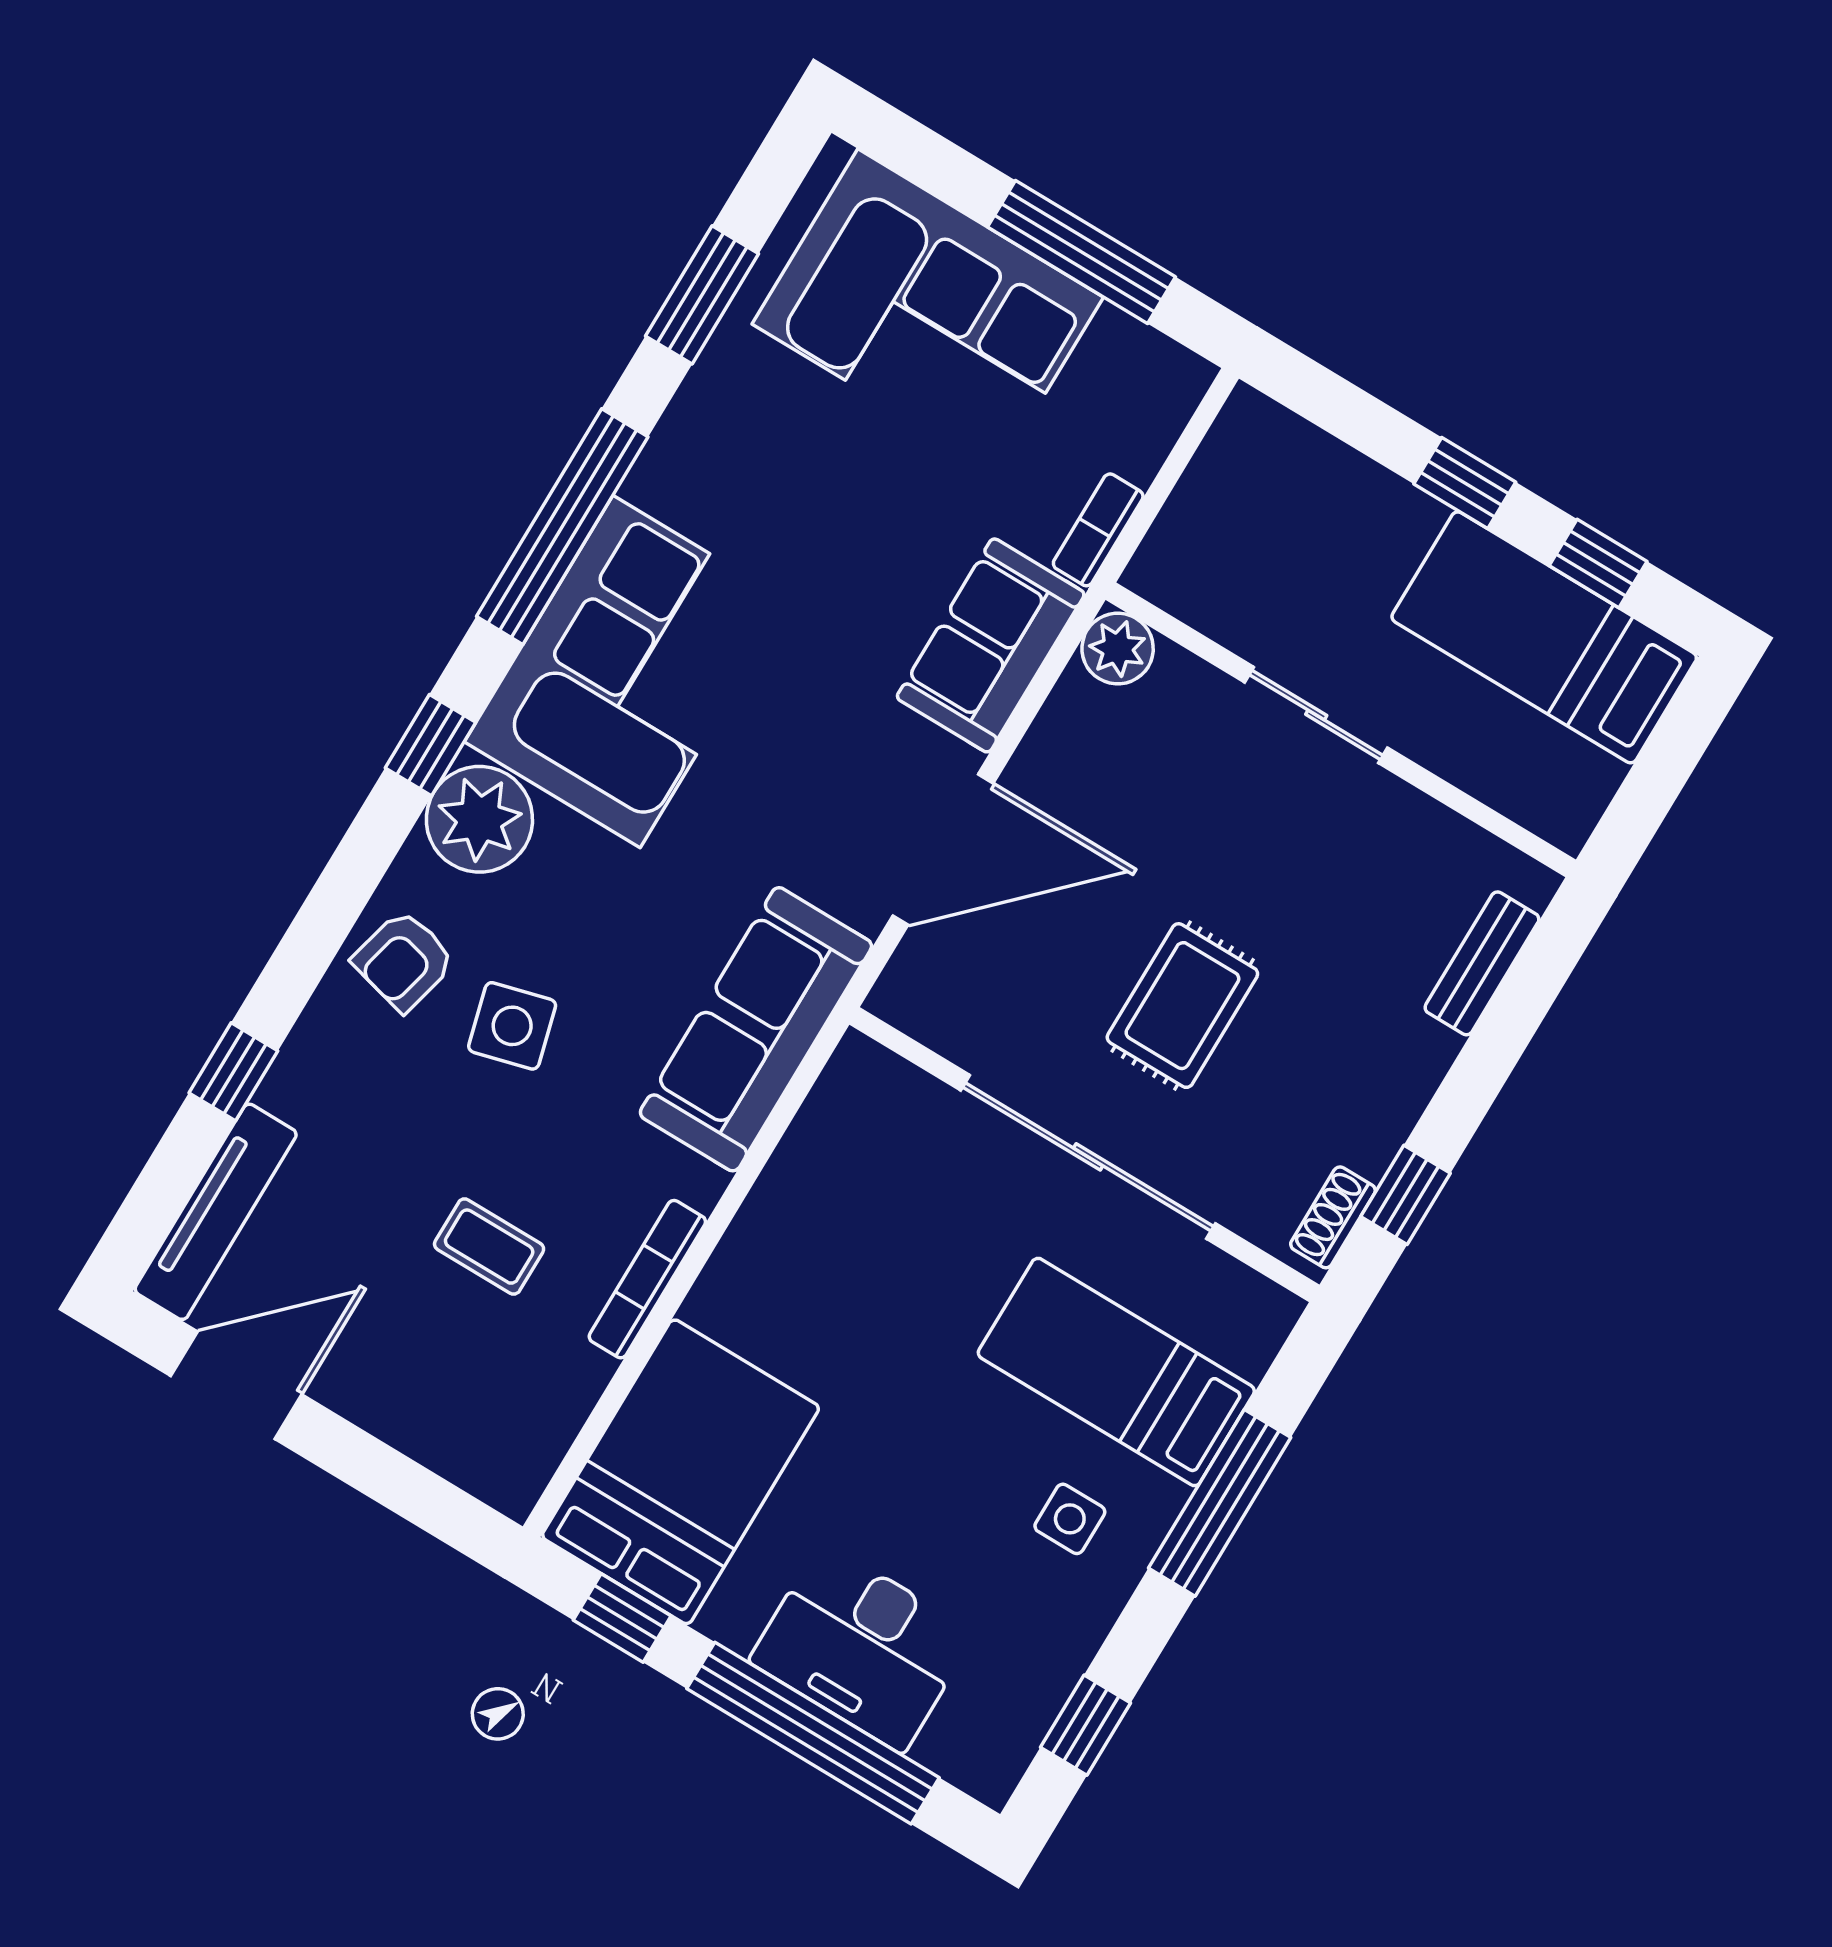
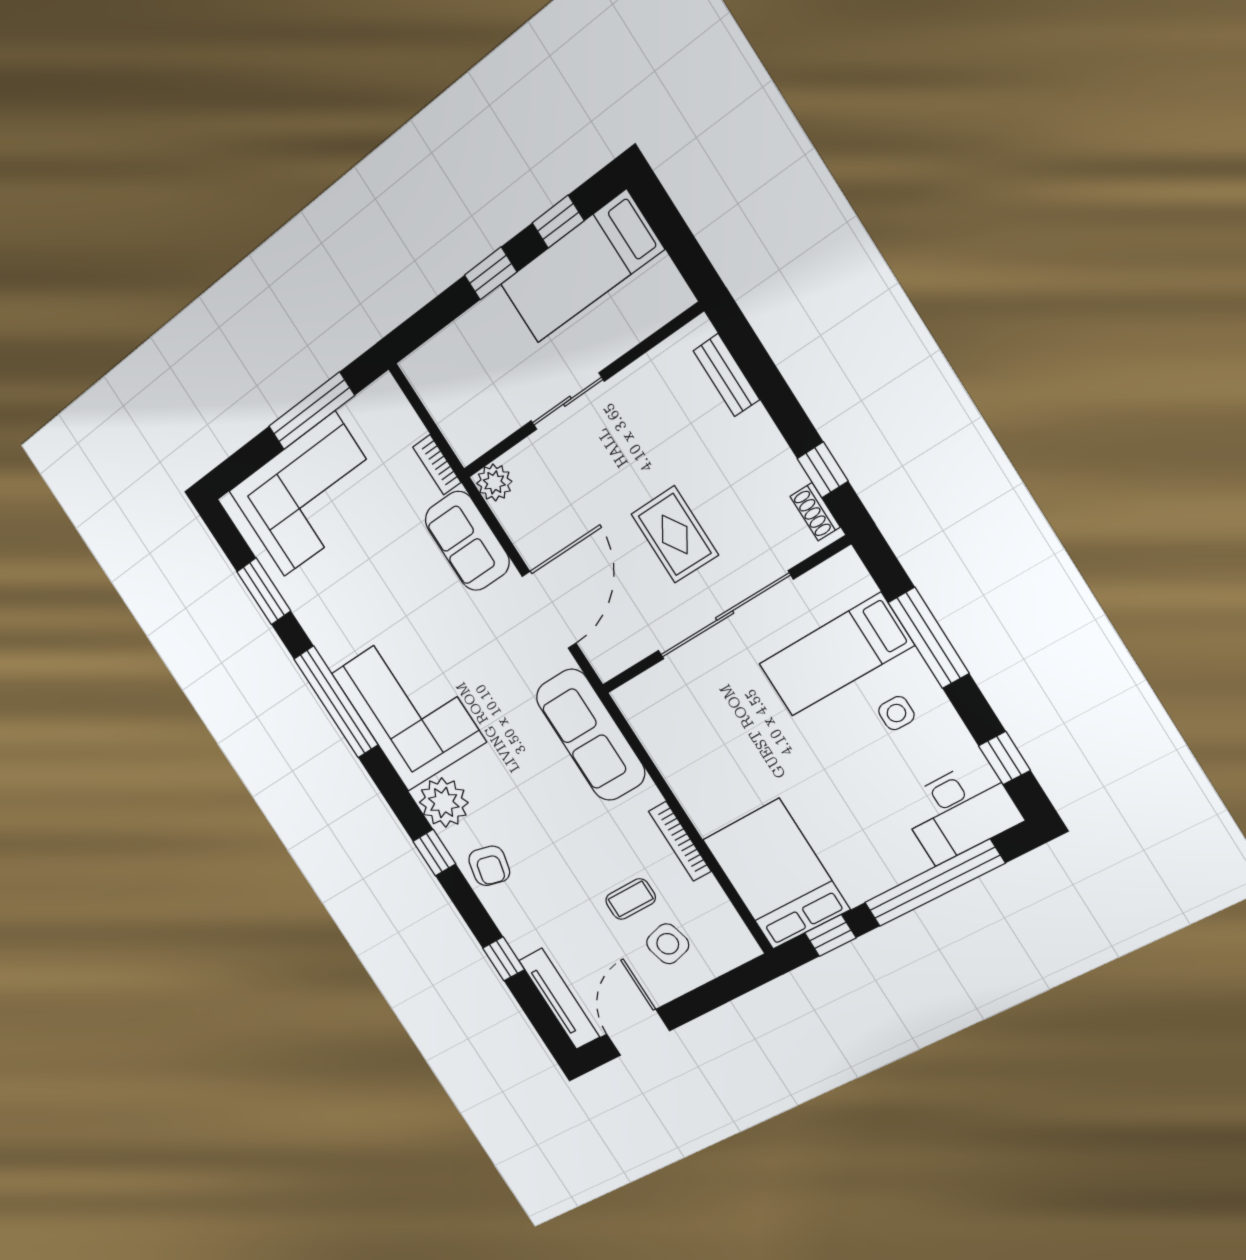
window: (430, 745) -> (434, 853), moved
side table: (512, 1026) -> (668, 944), moved
desk: (862, 1647) -> (959, 811), moved

